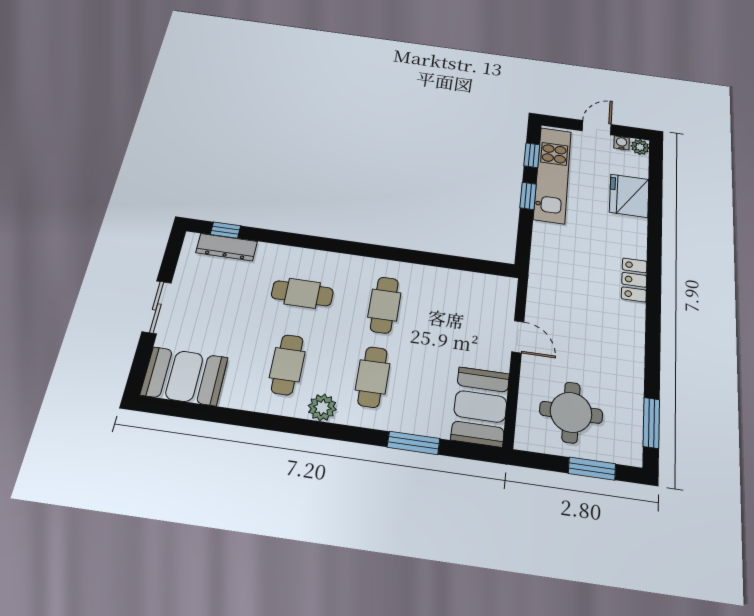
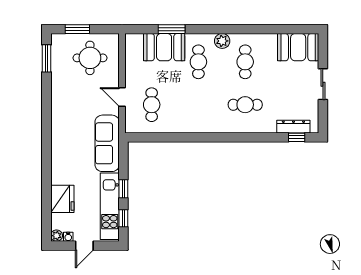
sofa: (550, 267) -> (107, 143), added
locker: (634, 280) -> (58, 143), removed
cafe table: (384, 305) -> (152, 105), moved
booth: (480, 406) -> (164, 47), moved, turned 90

